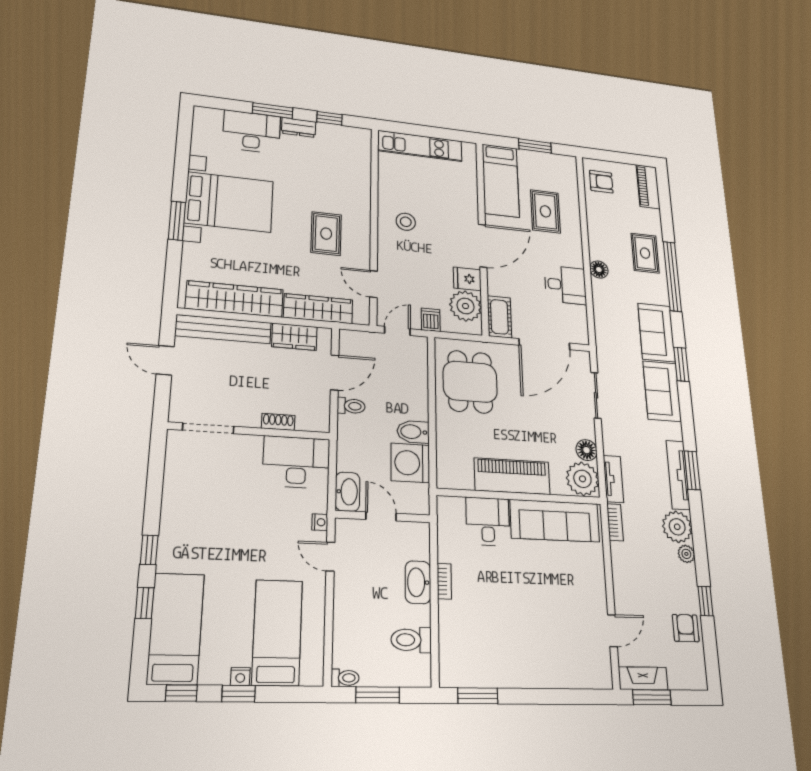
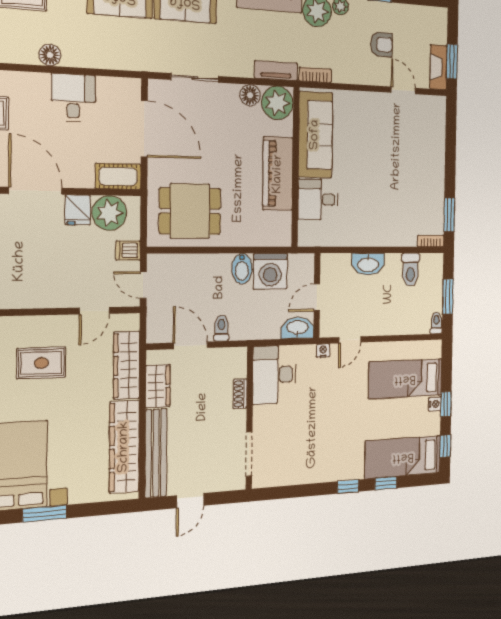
stool: (406, 222) -> (16, 277), removed
bookcase: (444, 581) -> (431, 241), moved
armchair: (686, 628) -> (381, 44), moved, turned 180

